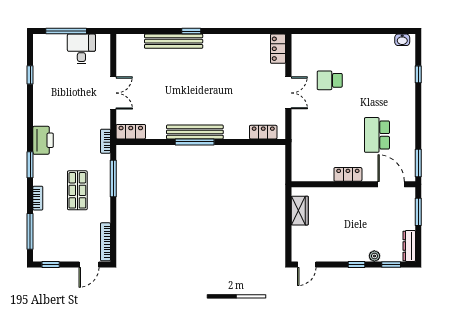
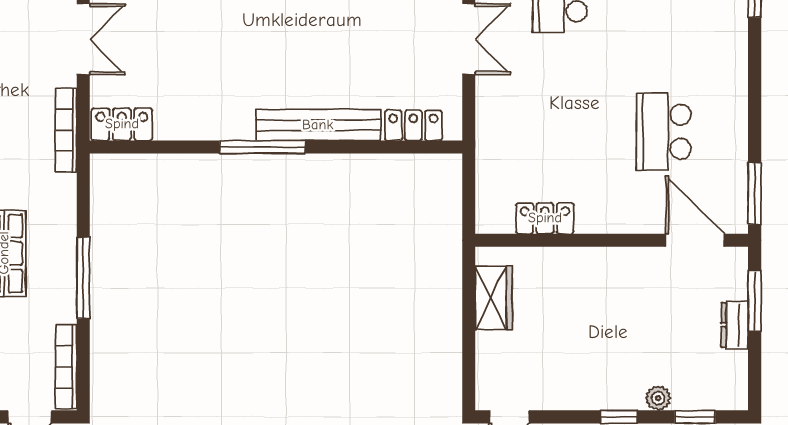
bench: (195, 132) -> (318, 125), moved
bookcase: (105, 141) -> (66, 130), width x1.56
locker: (348, 174) -> (545, 218), moved
window: (113, 179) -> (83, 278), moved
dresser: (409, 246) -> (735, 325), moved, width x0.70

